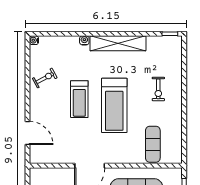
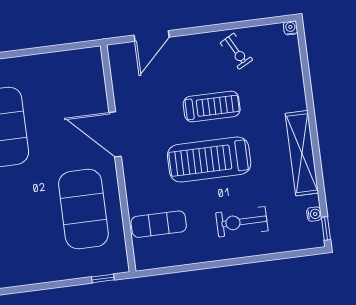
water cooler: (84, 40) -> (314, 214), moved
exercise bike: (158, 89) -> (242, 222), width x1.38, depth x1.39
treadmill: (79, 99) -> (212, 107), turned 180

